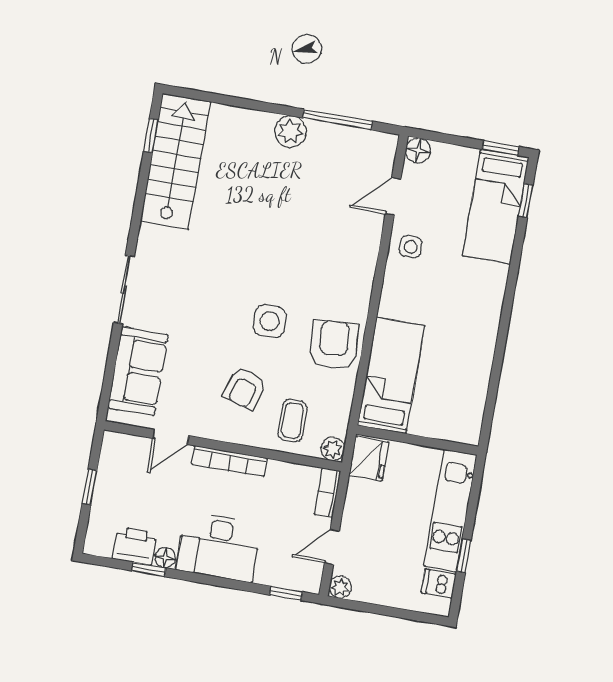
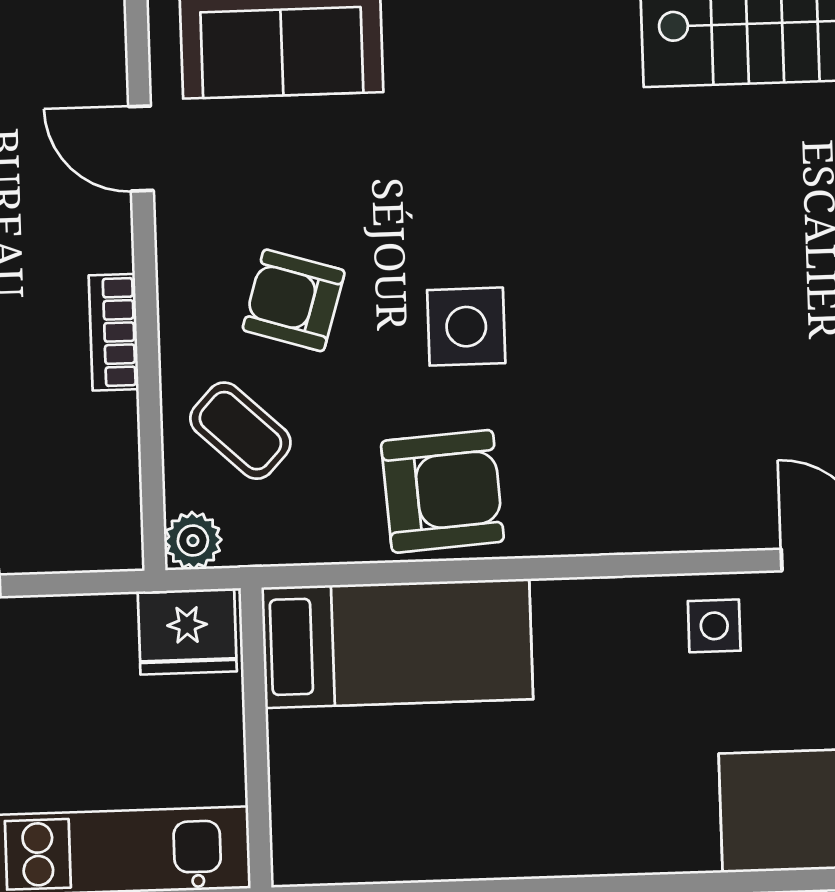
coffee table: (293, 421) -> (240, 431), turned 43
bookcase: (229, 461) -> (114, 332), width x0.64
bookcase: (327, 493) -> (86, 550), removed

